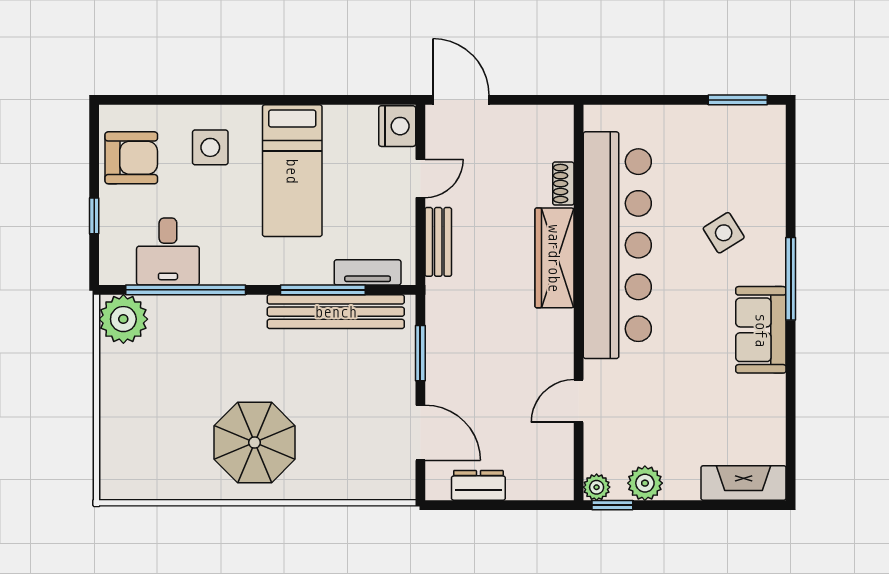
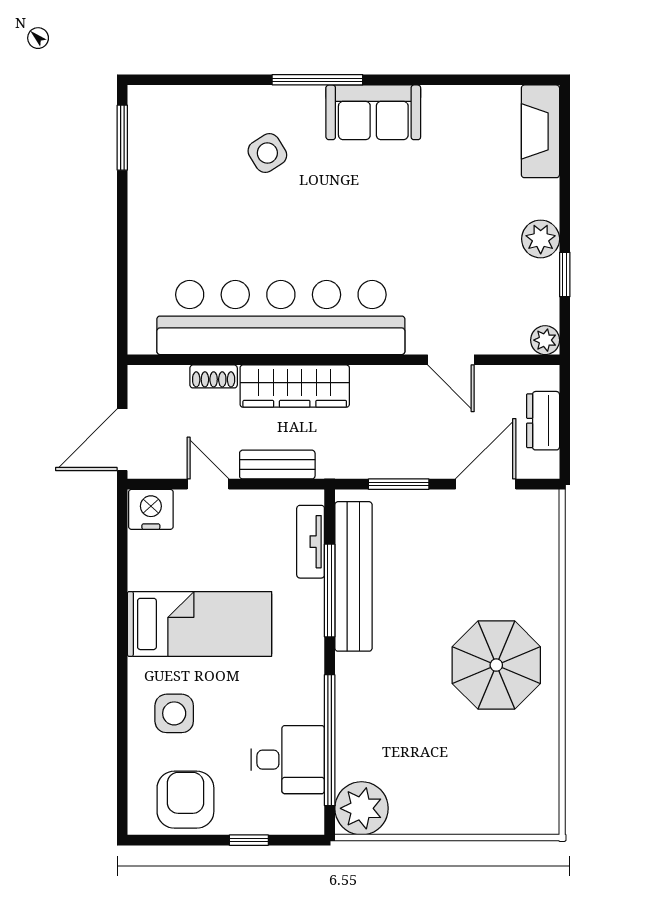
shoe rack: (563, 184) -> (214, 376), moved
bar counter: (617, 245) -> (281, 318), moved
wardrobe: (554, 258) -> (295, 386), moved
wall: (579, 303) -> (343, 360), moved
door: (579, 401) -> (451, 360), moved
plant: (597, 487) -> (545, 340), moved

